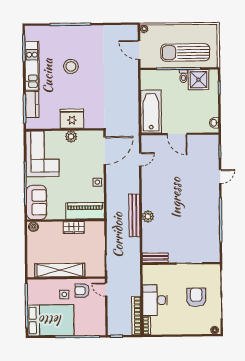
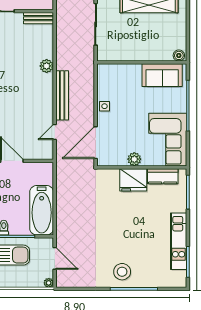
stool: (71, 66) -> (122, 272), moved
kitchen counter: (32, 105) -> (163, 176), moved, turned -90
bathtub: (151, 112) -> (42, 210), moved
sofa: (37, 202) -> (162, 75), moved, turned -90
piano: (85, 211) -> (119, 73), removed
bench: (134, 215) -> (62, 95), moved
wardrobe: (74, 227) -> (132, 54), removed

